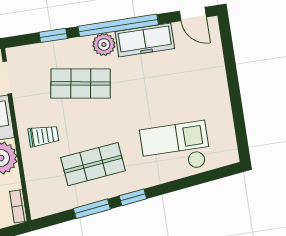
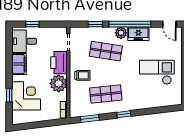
freezer: (145, 40) -> (138, 34), width x0.71
checkout: (175, 148) -> (157, 72), moved
window: (92, 209) -> (90, 118), moved

